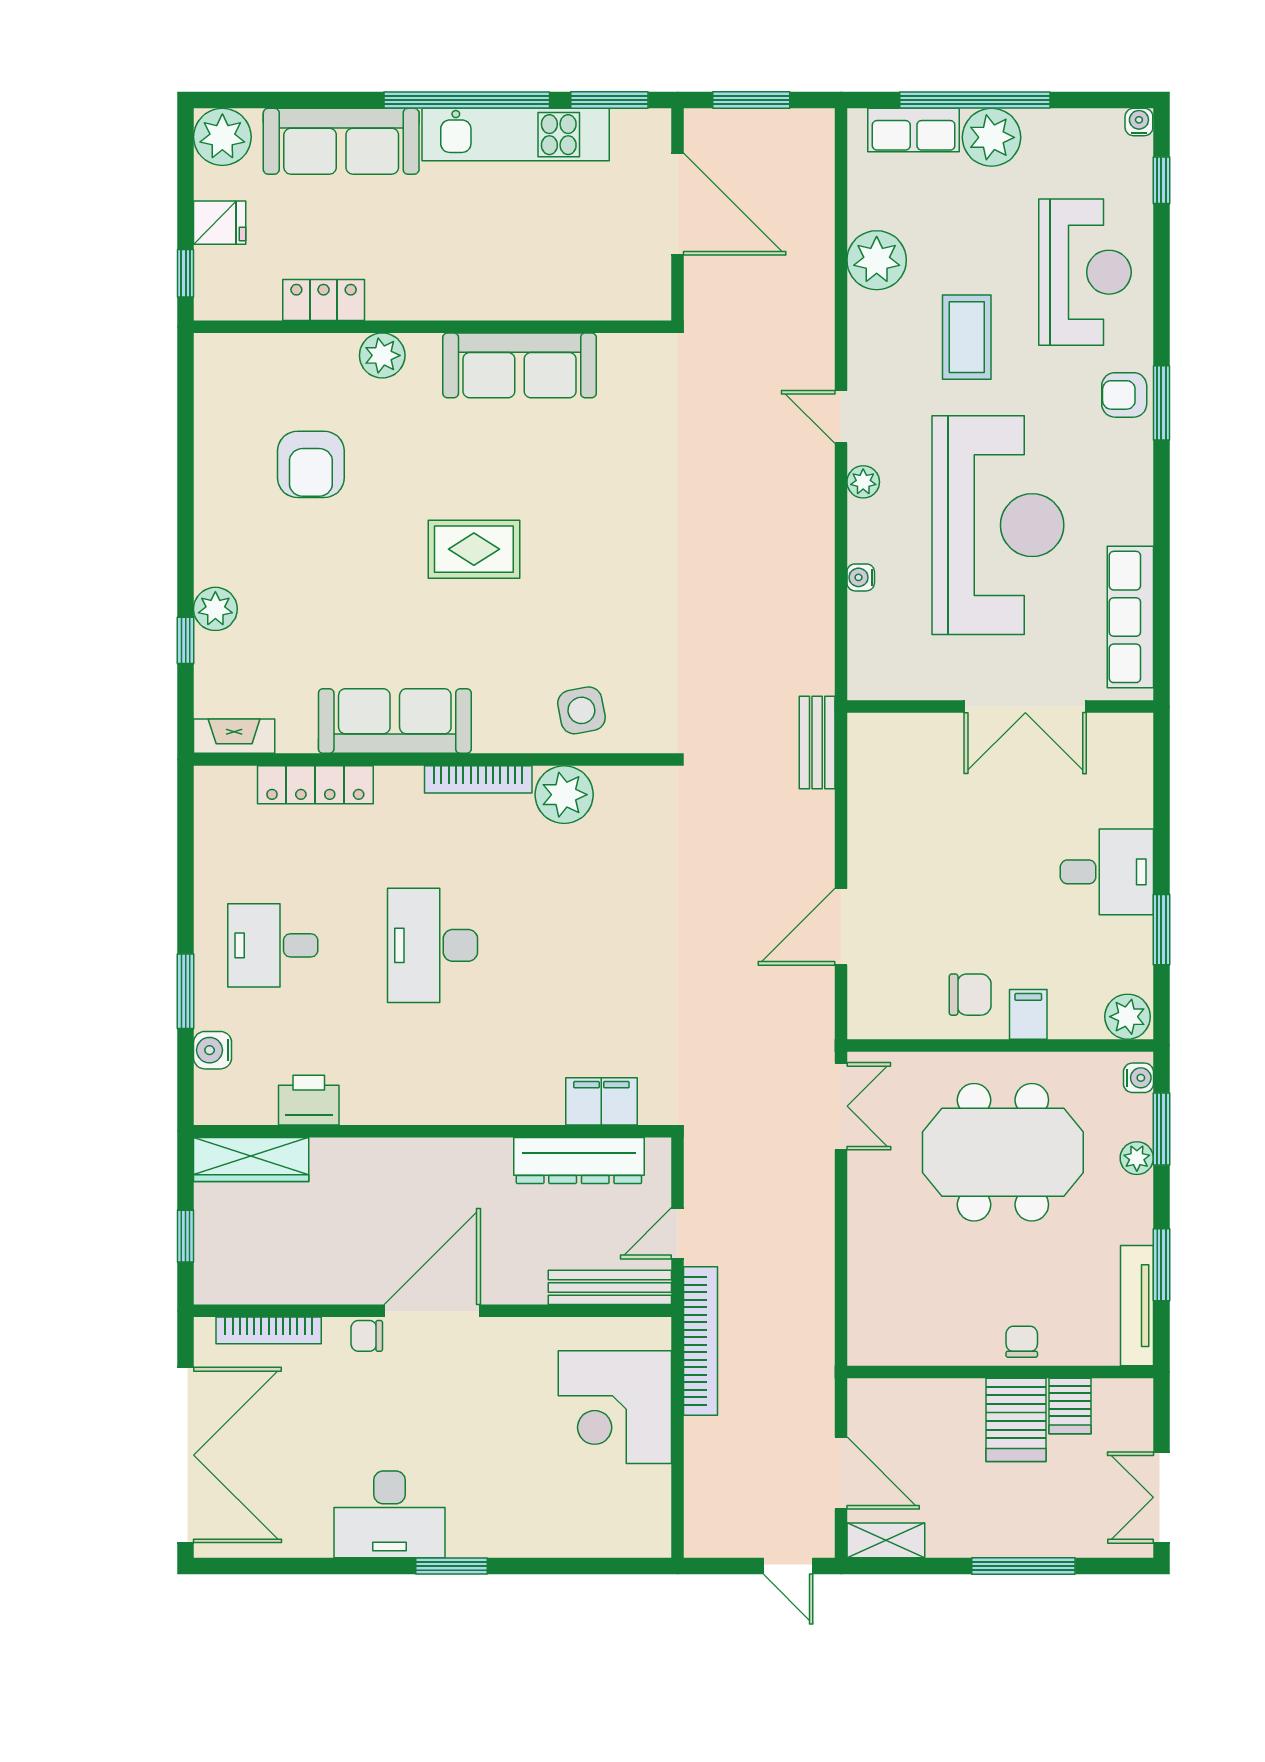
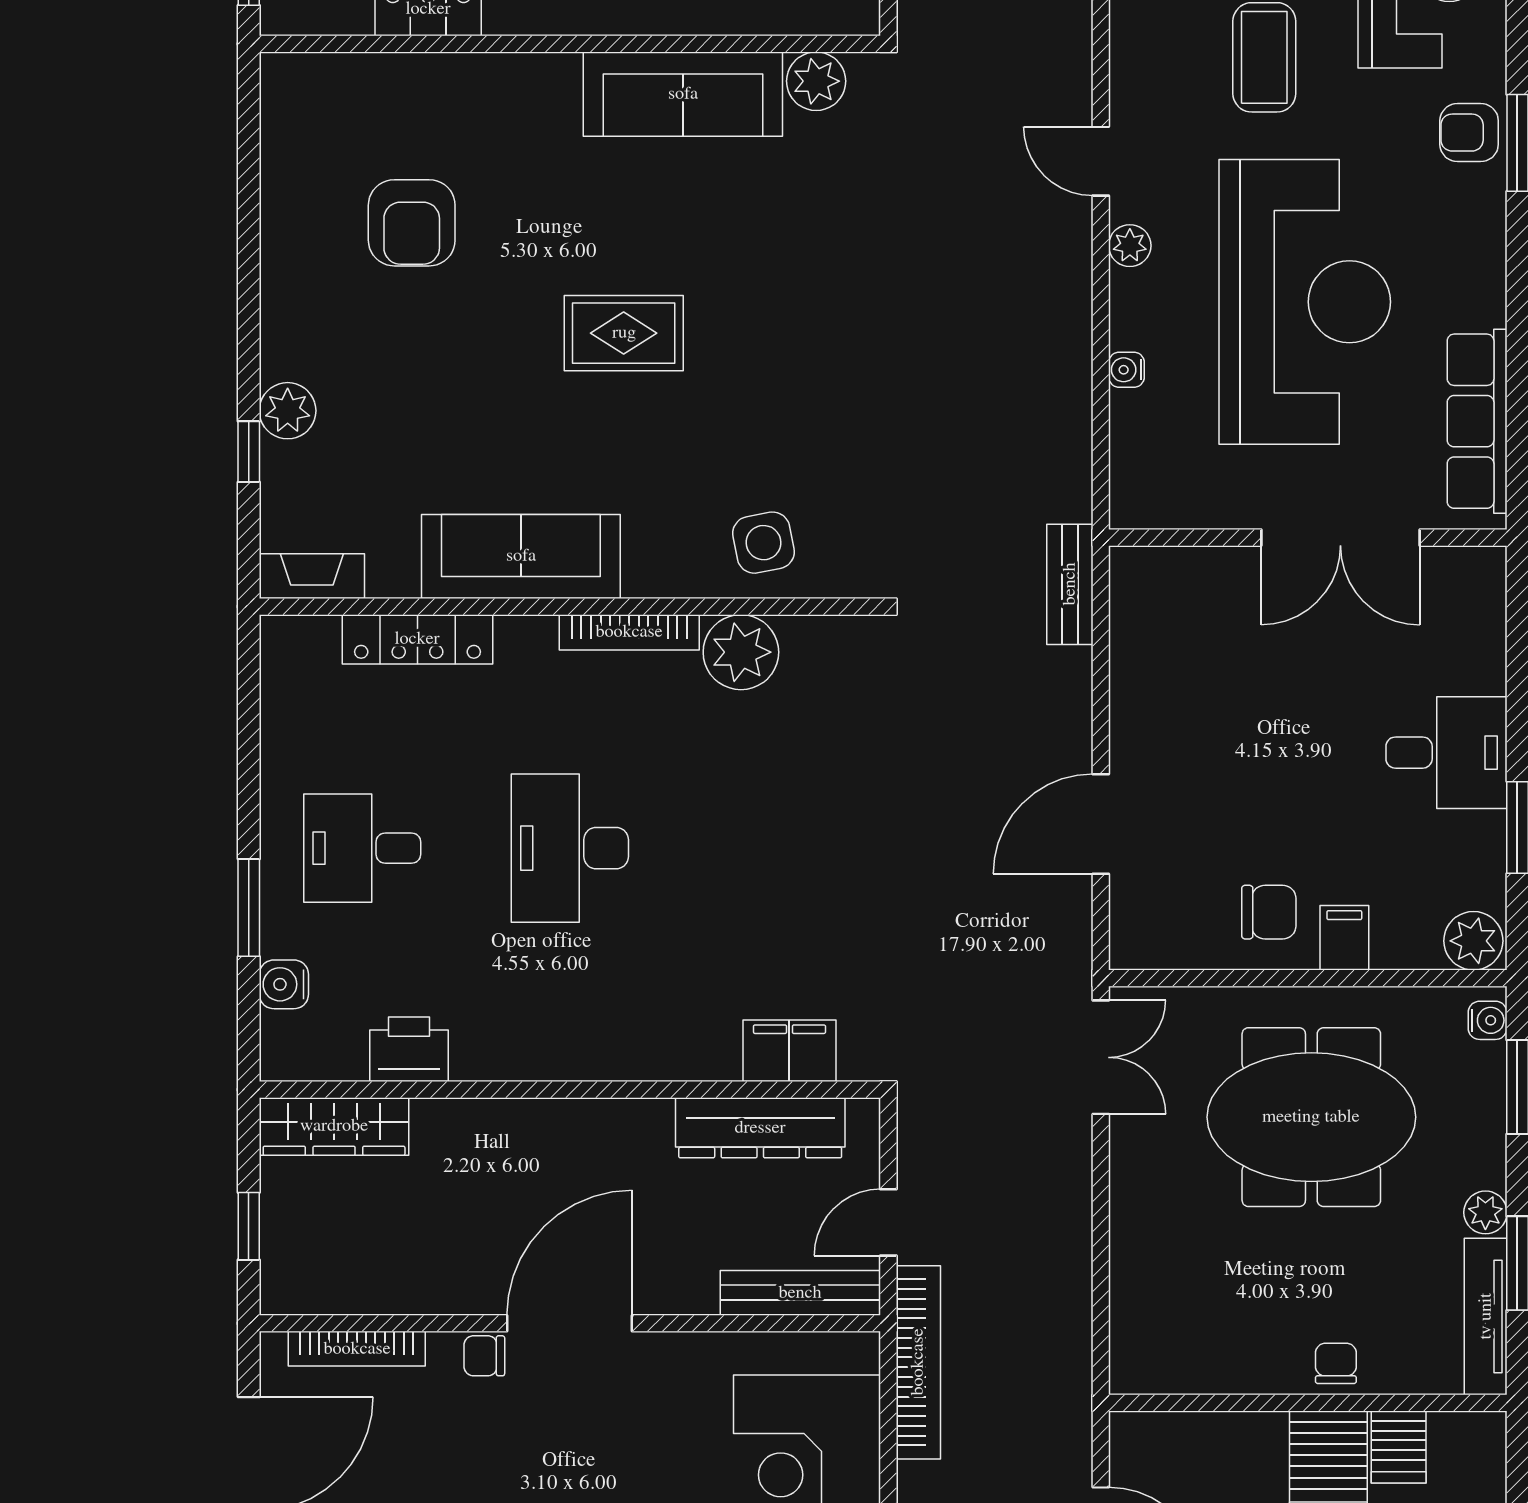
plant: (382, 355) -> (816, 81), moved
plant: (1137, 1158) -> (1485, 1212), moved

